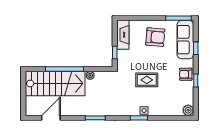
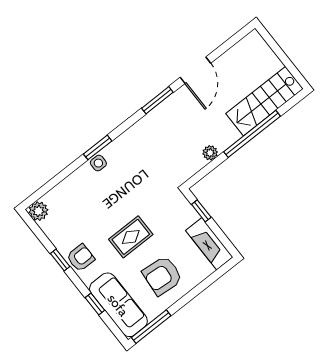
rug: (147, 80) -> (131, 237), moved
stairs: (55, 83) -> (264, 101), width x0.73, depth x0.66
door: (51, 118) -> (195, 70), moved

